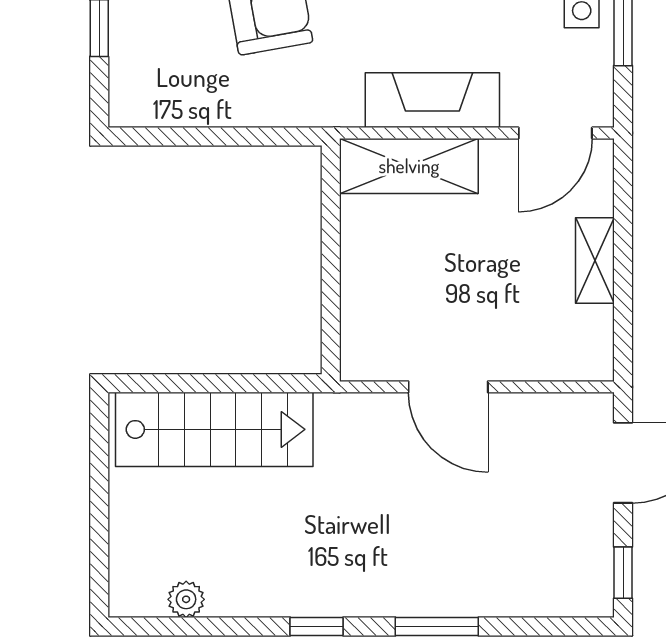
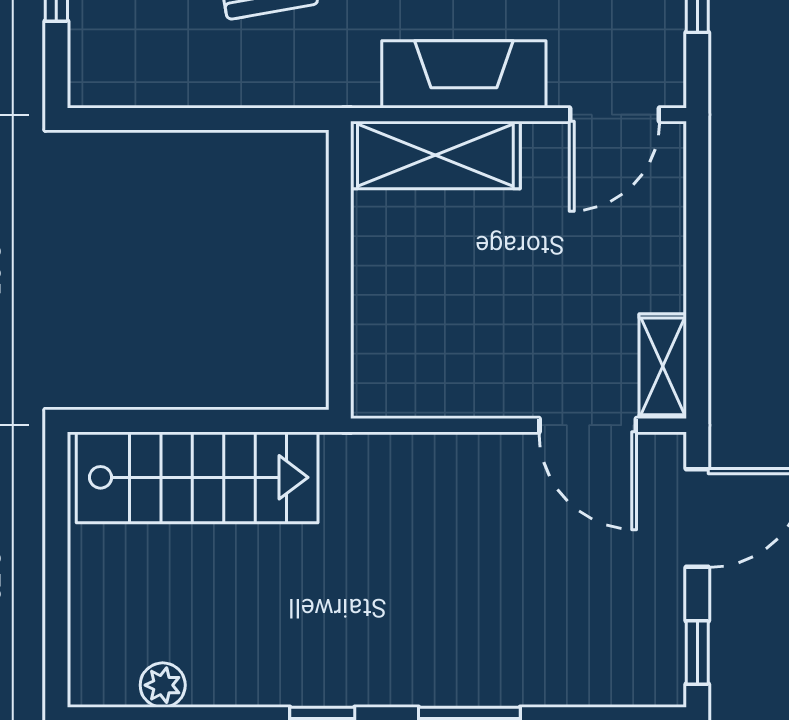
shelving: (595, 260) -> (663, 366), moved
door: (448, 387) -> (588, 425), moved

